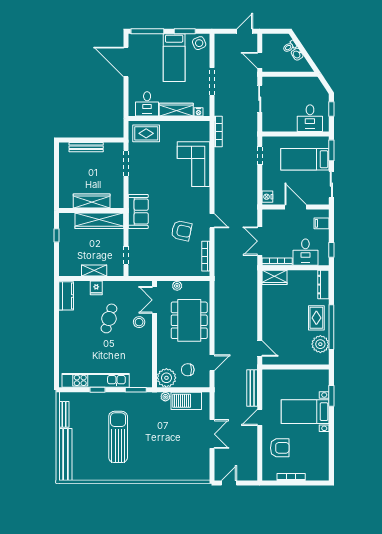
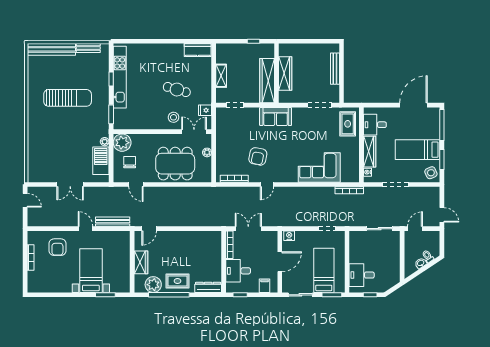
wardrobe: (275, 277) -> (141, 262), moved, turned 180
fridge: (96, 288) -> (205, 110), moved

